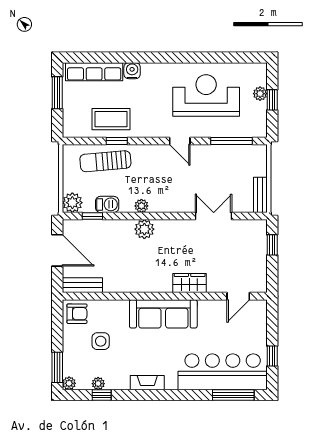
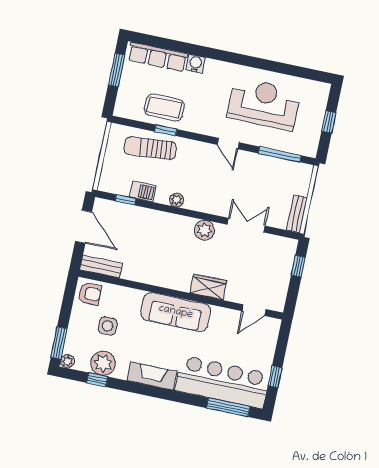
plant: (260, 94) -> (318, 113), removed
plant: (72, 203) -> (109, 182), removed
plant: (144, 229) -> (204, 230), moved
fireplace: (147, 383) -> (152, 376), width x1.37, depth x1.32
plant: (98, 384) -> (103, 363), width x1.87, depth x1.87

